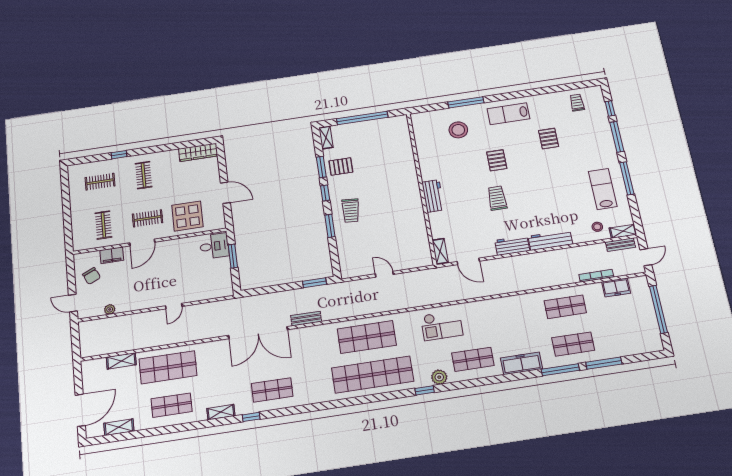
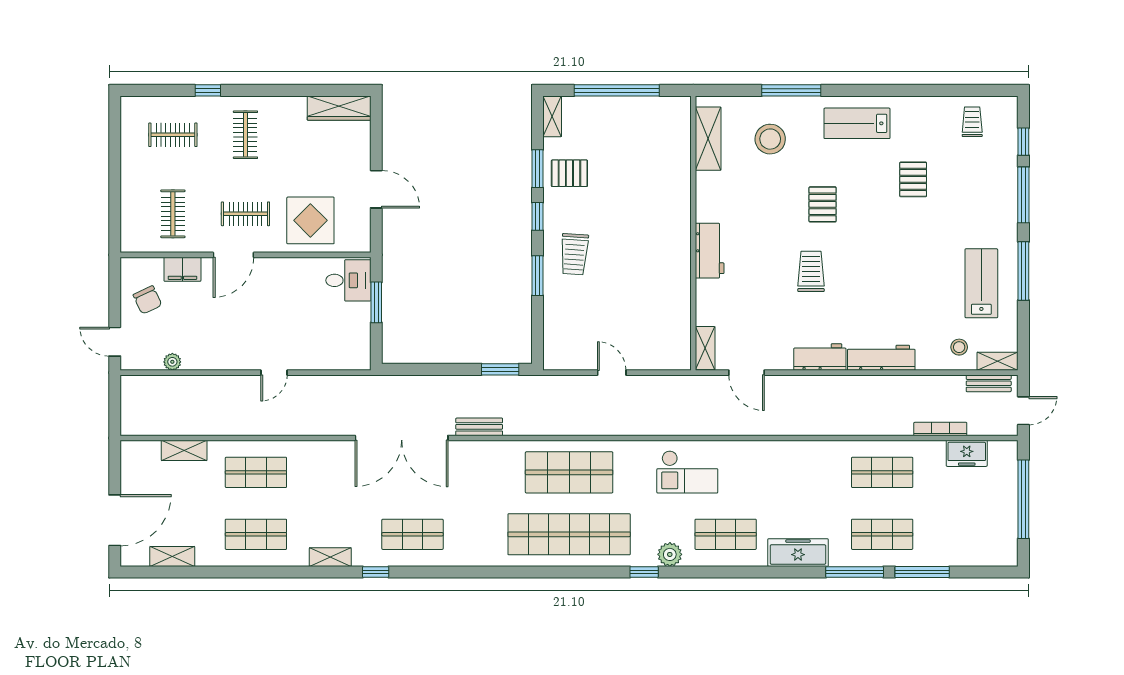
shelving: (421, 135) -> (708, 139), added
shop shelf: (168, 367) -> (256, 472), width x0.70, depth x0.74

